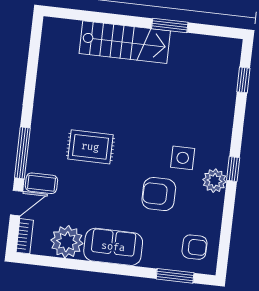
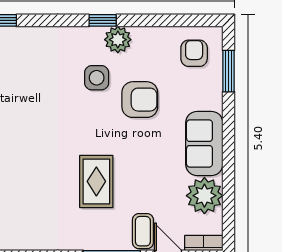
armchair: (159, 194) -> (140, 100), turned -90

